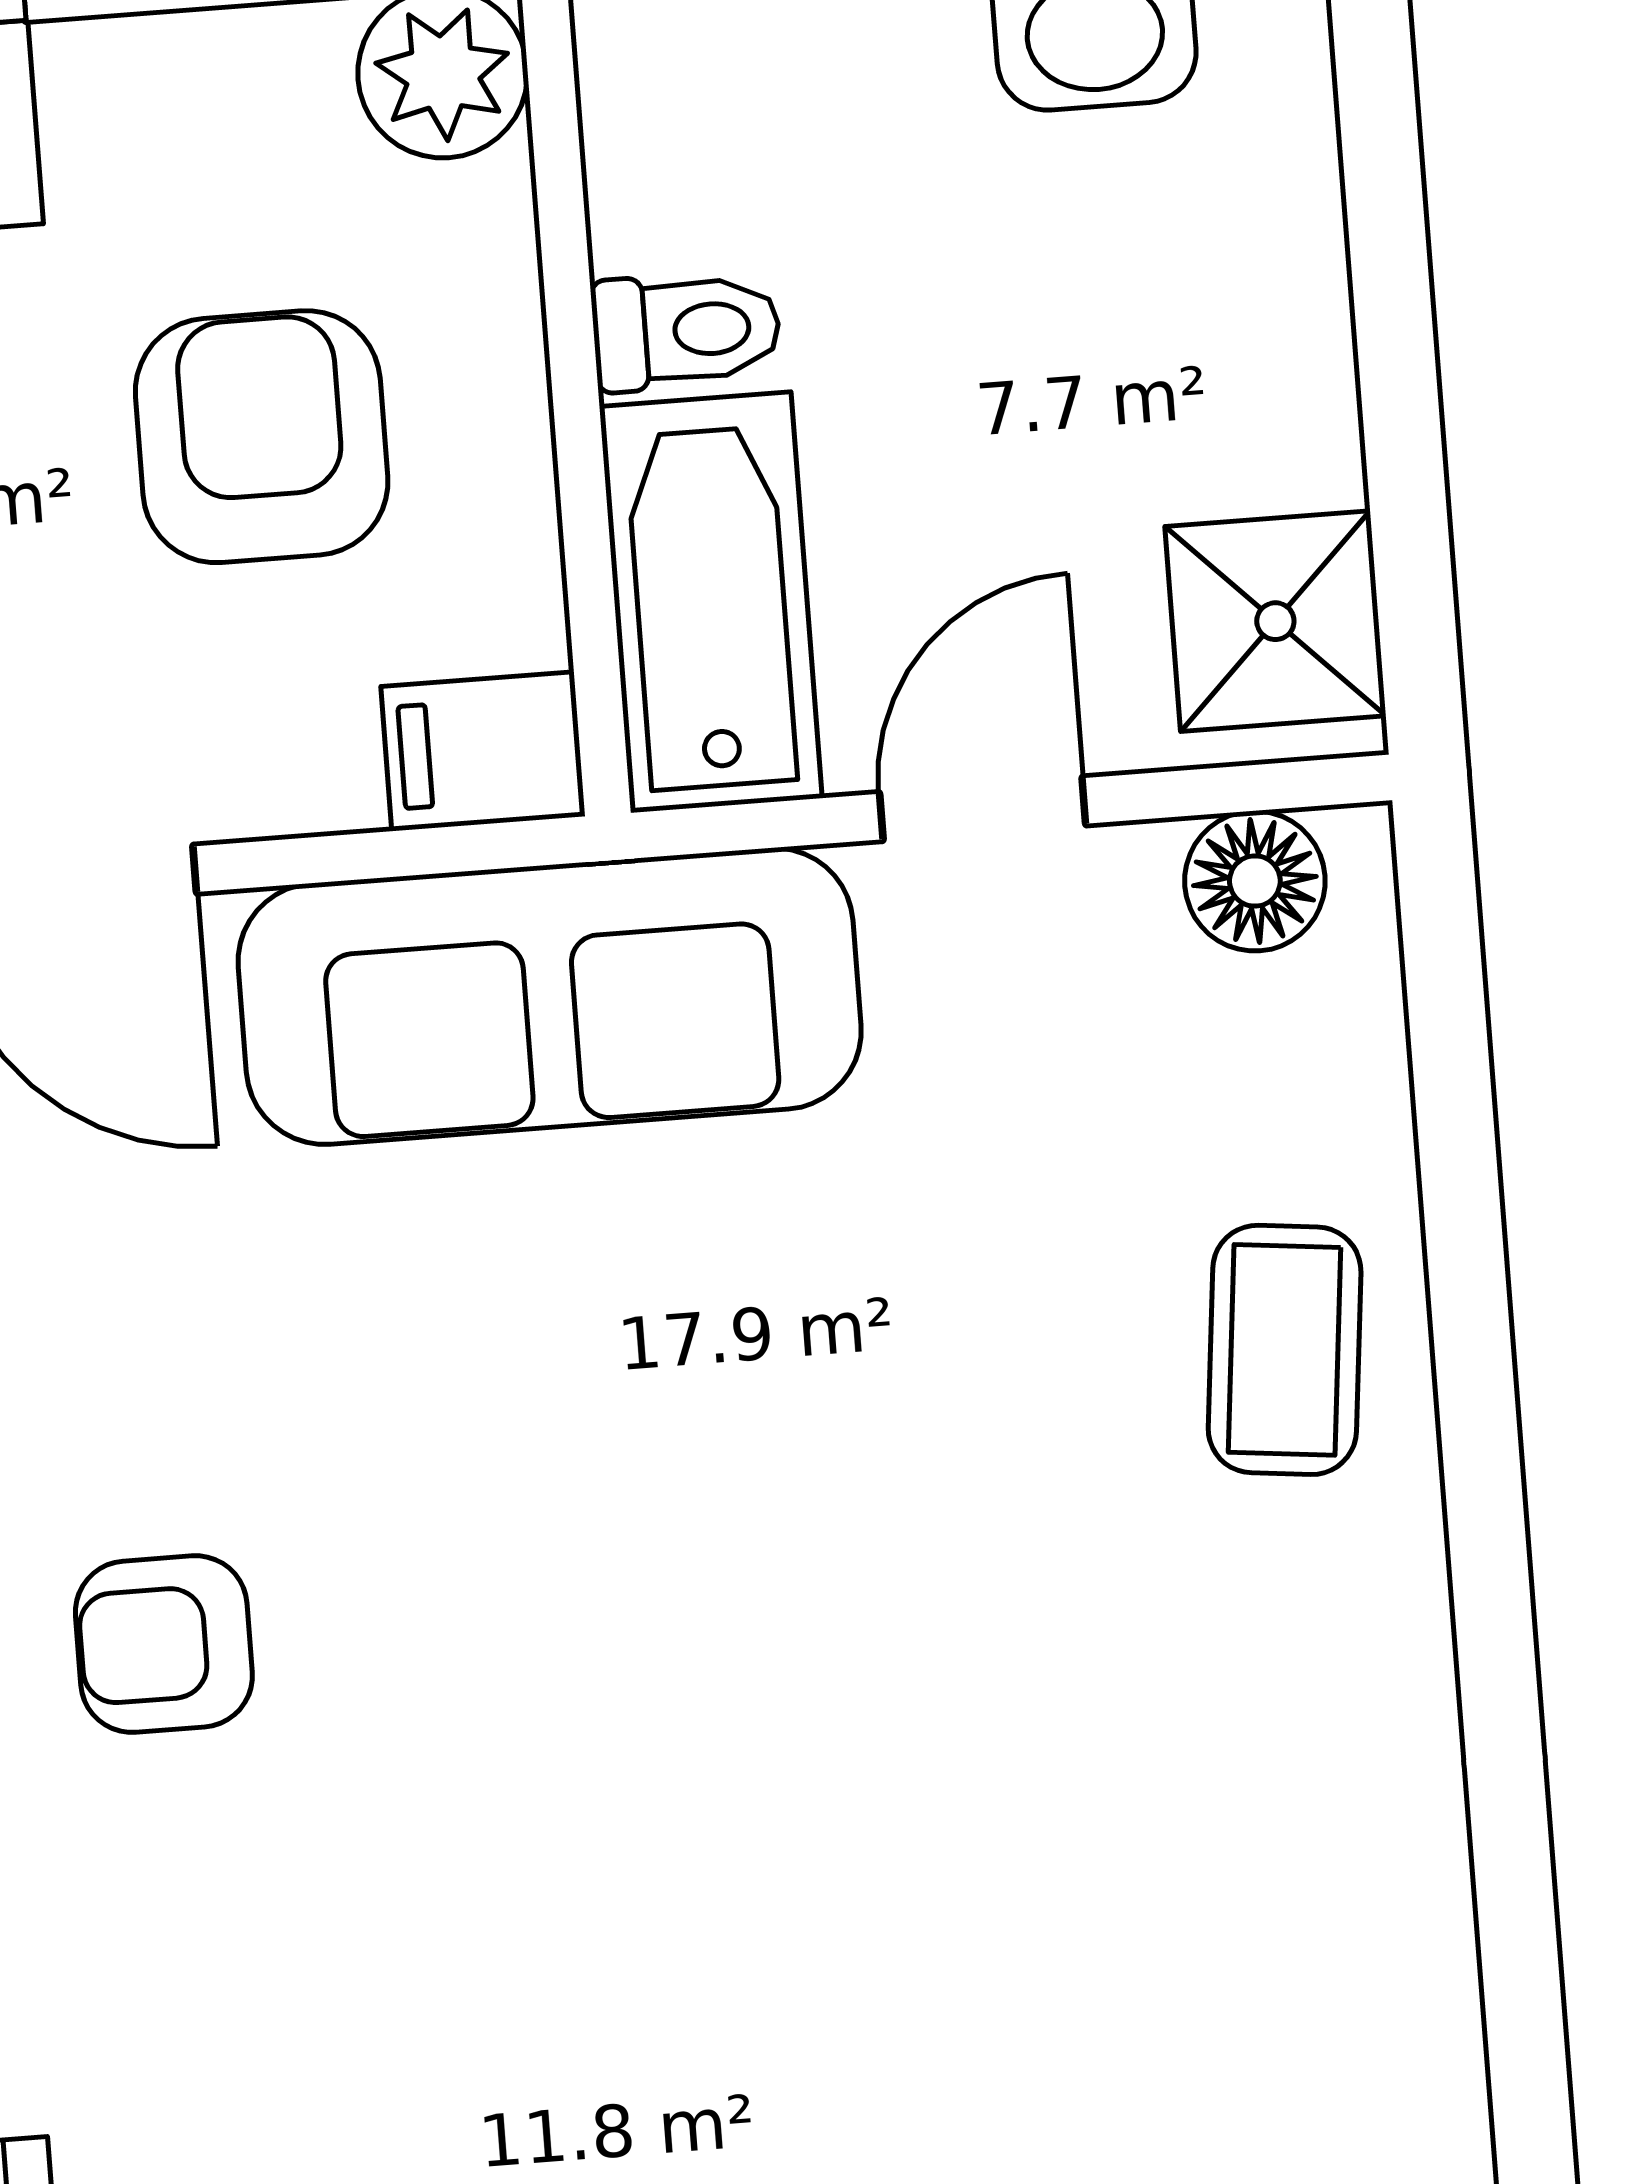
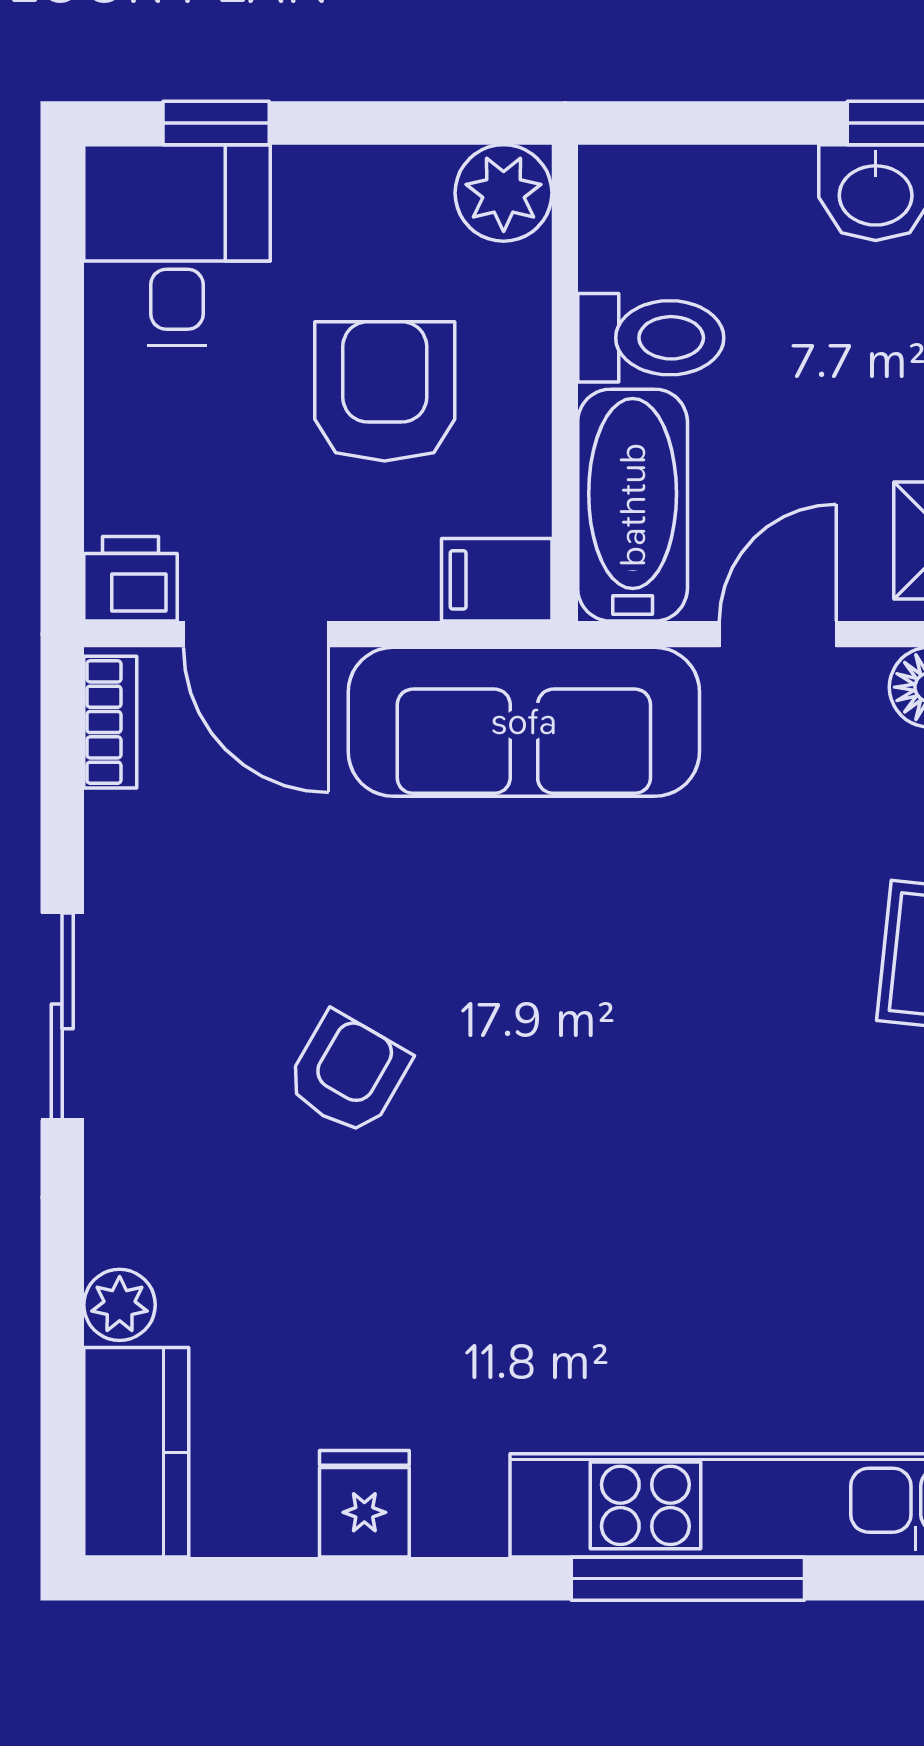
toilet: (686, 331) -> (651, 338), width x1.37, depth x1.39
armchair: (164, 1644) -> (348, 1074), moved, turned 120

